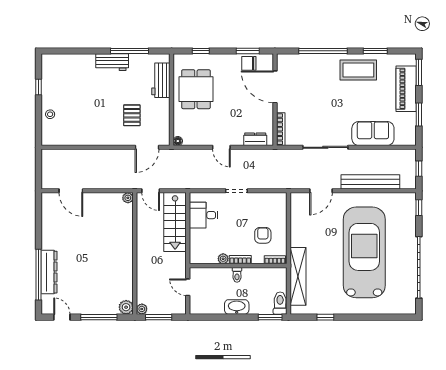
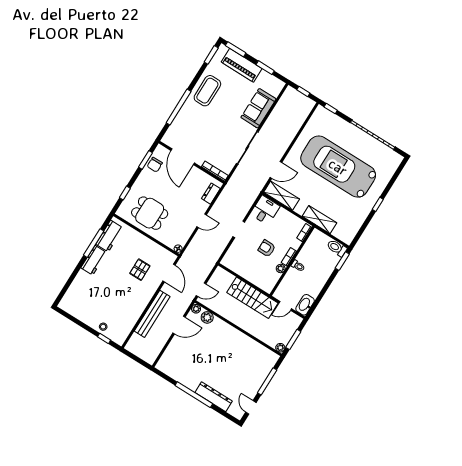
window: (375, 51) -> (211, 55), moved
workbench: (161, 80) -> (109, 236), moved, turned -90
window: (39, 87) -> (104, 338), moved
door: (275, 87) -> (183, 157), hinge flipped
pallet: (132, 115) -> (140, 270), turned 90
bench: (370, 182) -> (152, 314), moved
door: (71, 191) -> (179, 325), moved
door: (321, 191) -> (276, 170), hinge flipped
shelving: (298, 213) -> (282, 196), added
desk: (204, 215) -> (265, 210), moved, turned 180
stairs: (175, 222) -> (252, 298), moved
armchair: (263, 235) -> (267, 248), moved
window: (39, 275) -> (194, 395), moved
shelving: (298, 276) -> (319, 220), width x0.68
plant: (126, 307) -> (207, 317), moved
washbasin: (237, 307) -> (305, 305), moved
door: (62, 317) -> (251, 407), hinge flipped
window: (325, 317) -> (378, 204), moved

